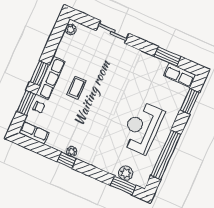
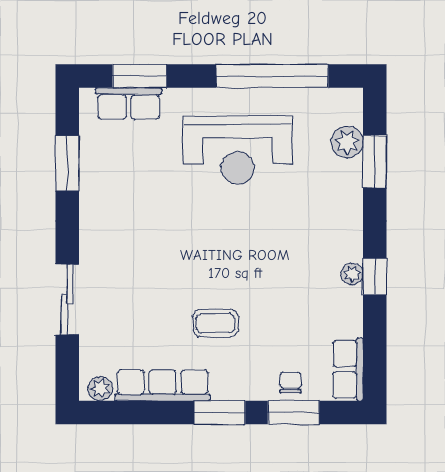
row of seats: (180, 75) -> (129, 103), moved, turned 90
row of seats: (51, 78) -> (163, 385), moved
window: (123, 185) -> (375, 161), moved

